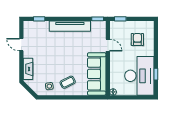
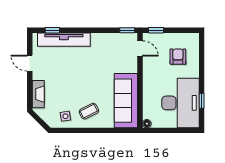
tv unit: (70, 26) -> (64, 40), moved
door: (108, 45) -> (140, 49), moved

